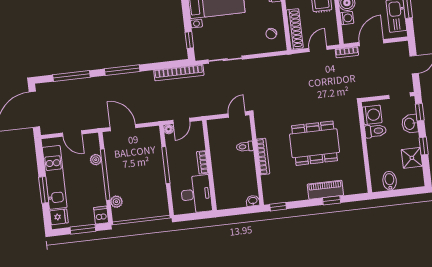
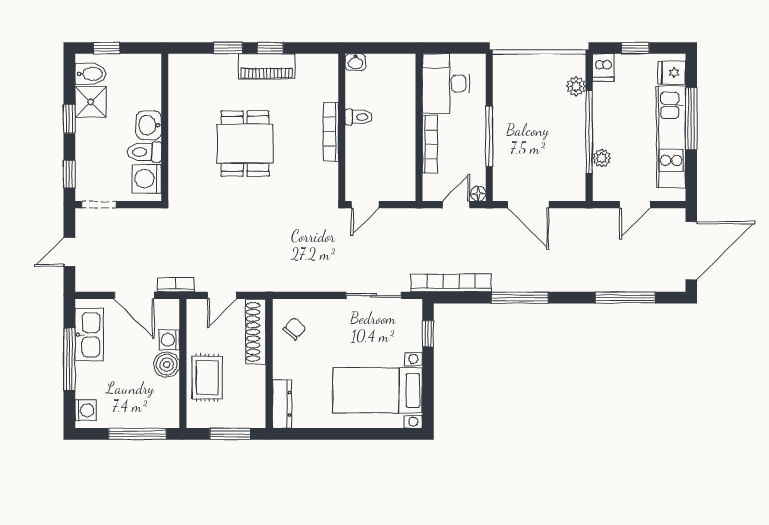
door: (371, 43) -> (134, 295), hinge flipped
window: (122, 70) -> (520, 298), moved
washbasin: (410, 124) -> (149, 125), moved, turned 180
door: (123, 128) -> (528, 205), moved
door: (72, 134) -> (635, 205), swing flipped
dining table: (315, 143) -> (245, 144), width x0.73
toilet: (245, 147) -> (358, 117), moved
bookcase: (202, 162) -> (430, 144), width x1.56
bidet: (390, 181) -> (90, 74), moved, turned -90
window: (44, 190) -> (691, 119), width x1.44
piano: (325, 190) -> (267, 66), moved
window: (406, 192) -> (107, 48), added
window: (278, 207) -> (270, 48), moved
window: (83, 229) -> (635, 48), width x0.67

